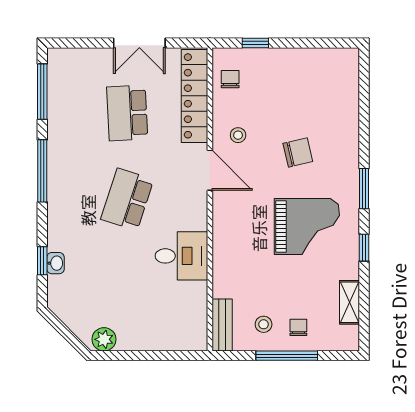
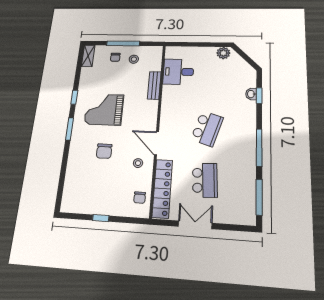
window: (255, 43) -> (101, 218), moved
chair: (298, 152) -> (104, 151), turned -77
desk: (181, 256) -> (178, 72), moved
shelving: (350, 302) -> (88, 56), moved
bench: (222, 325) -> (154, 85), moved

